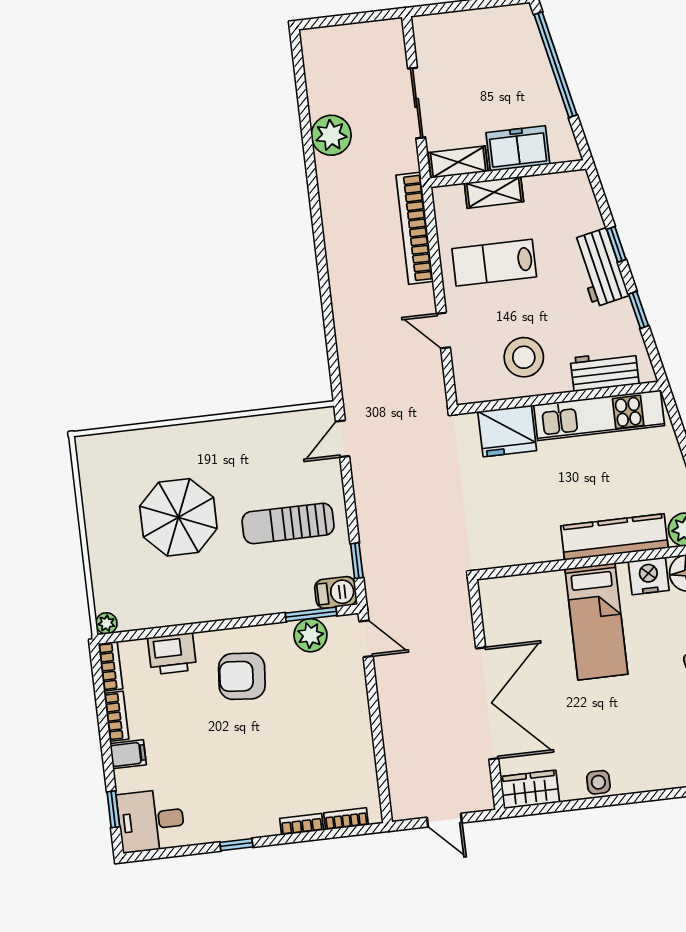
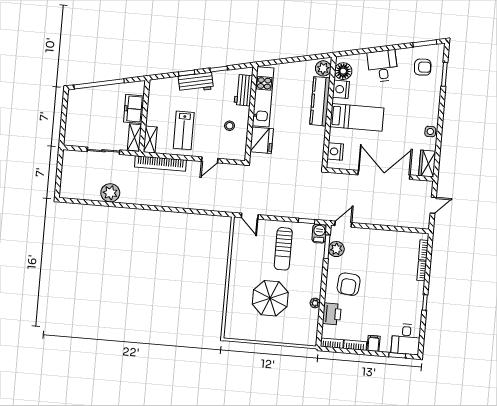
shelving: (494, 192) -> (150, 140), moved
stool: (524, 357) -> (230, 126), width x0.53, depth x0.53
nightstand: (515, 591) -> (335, 151), added
plant: (106, 623) -> (315, 303), moved

